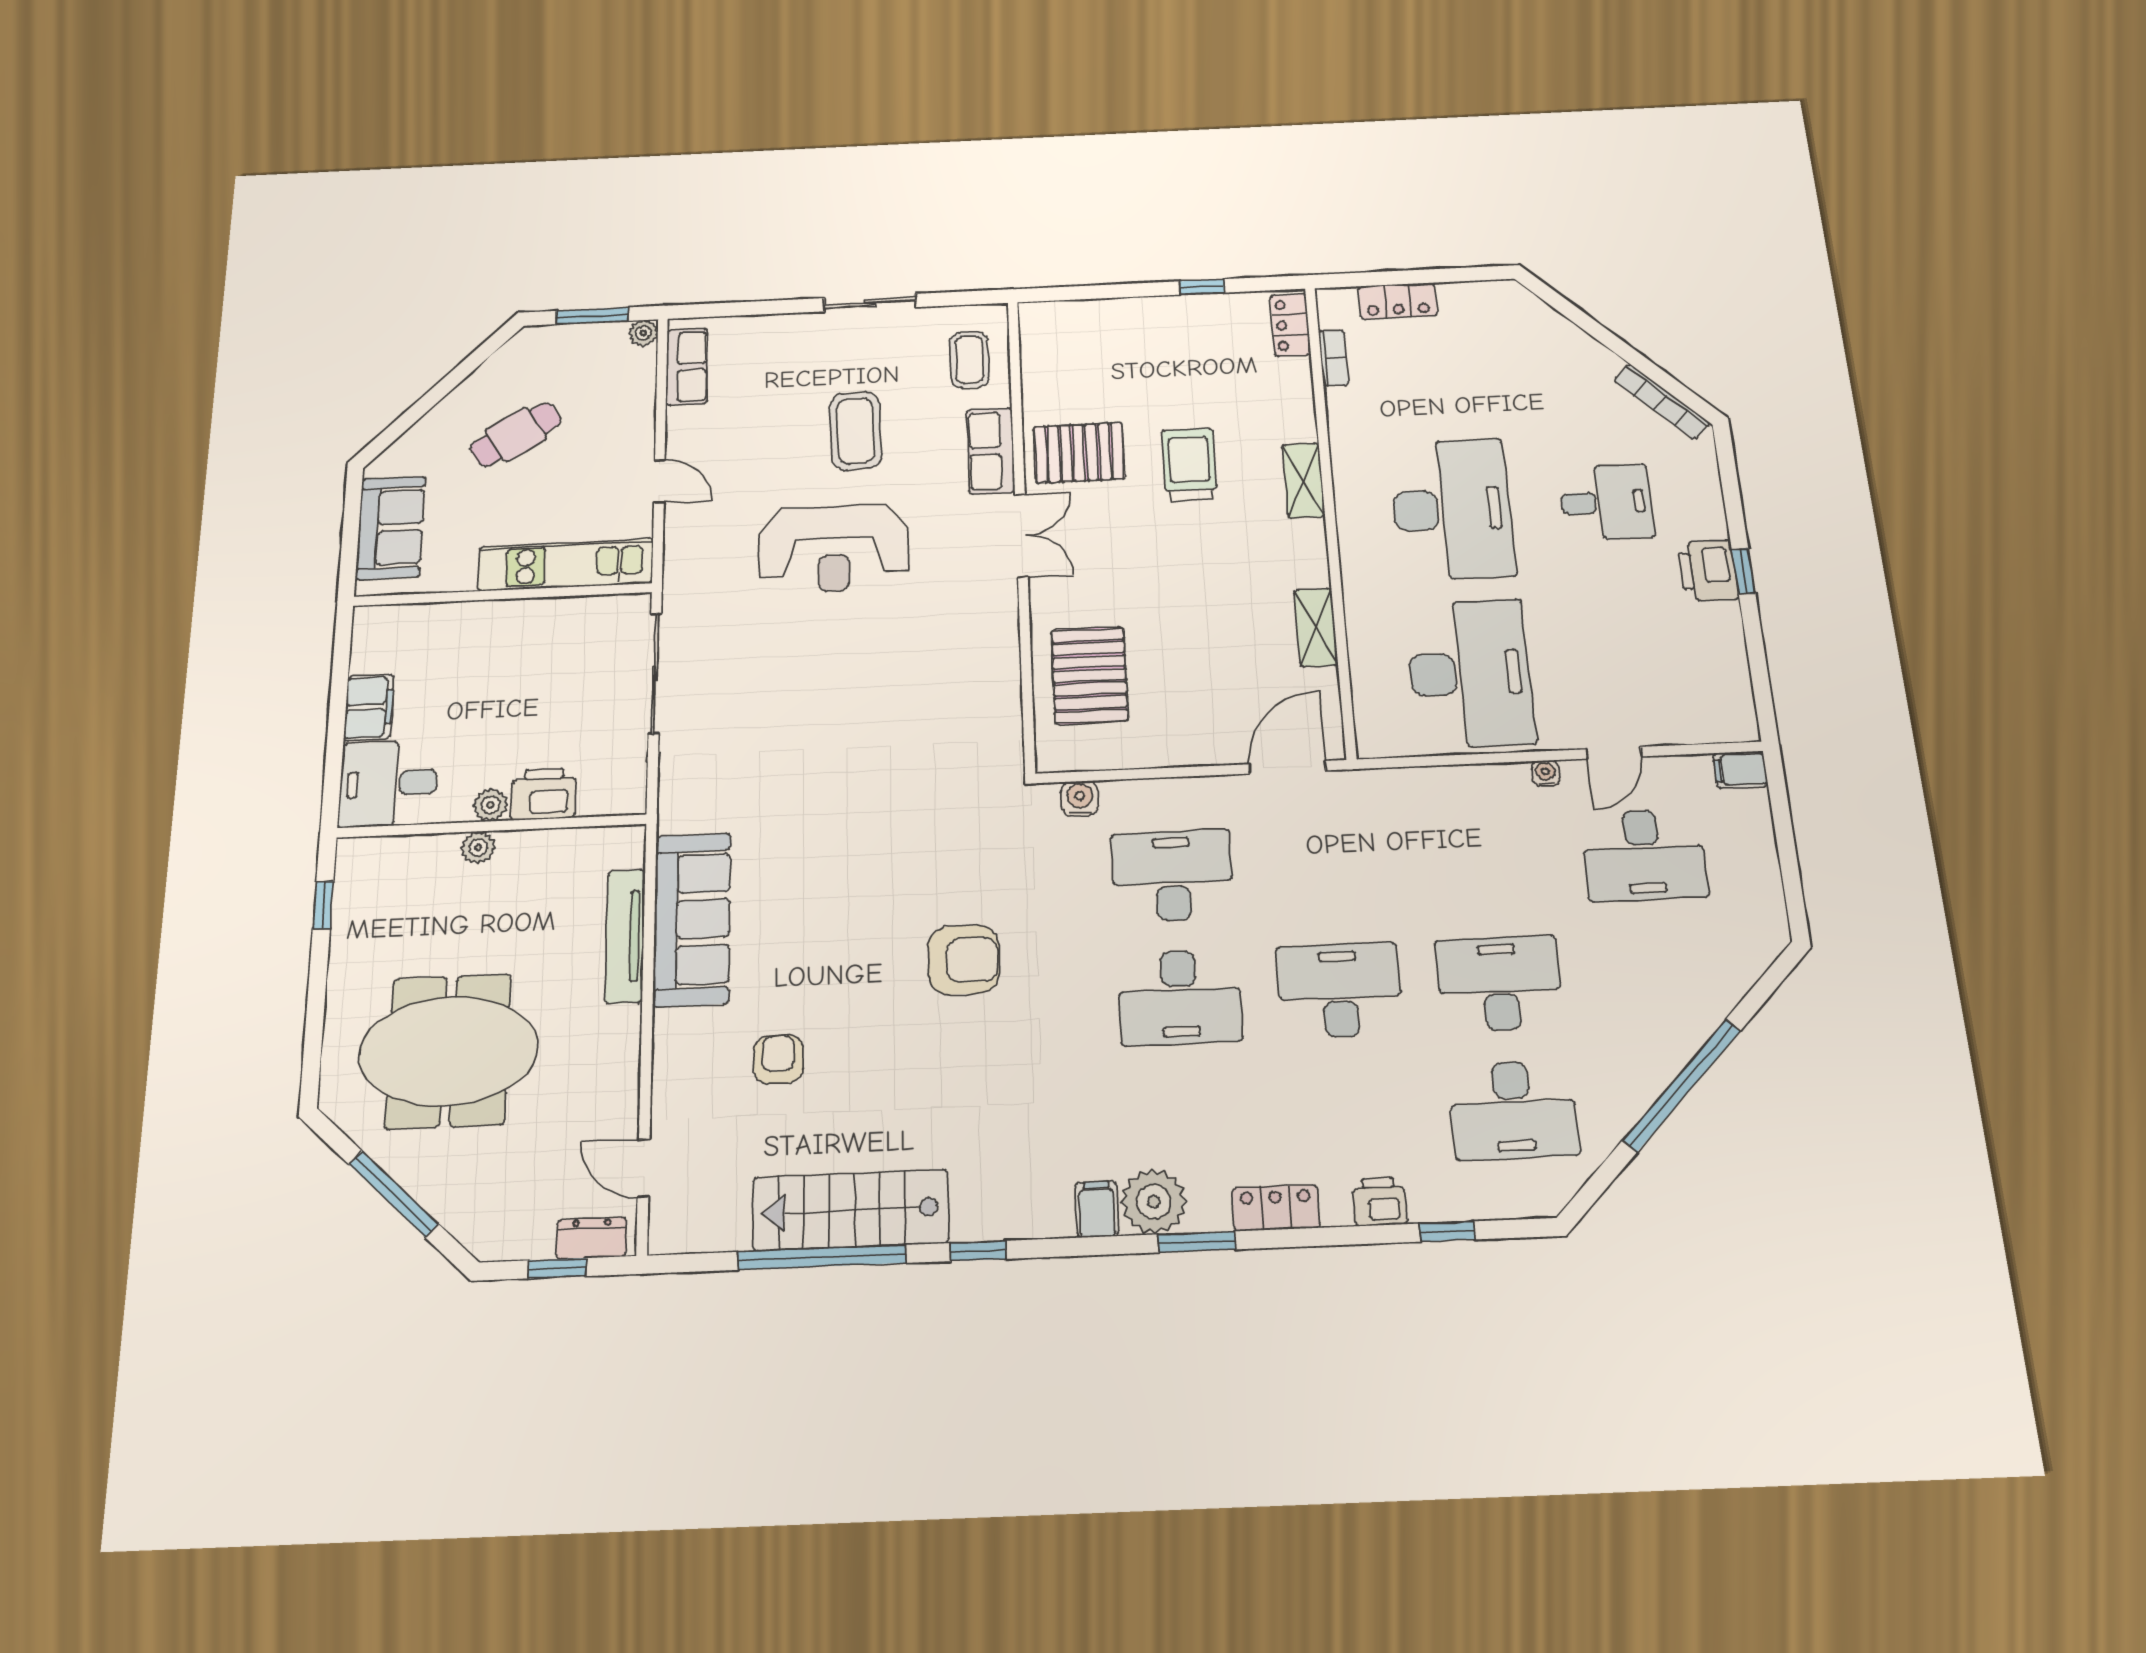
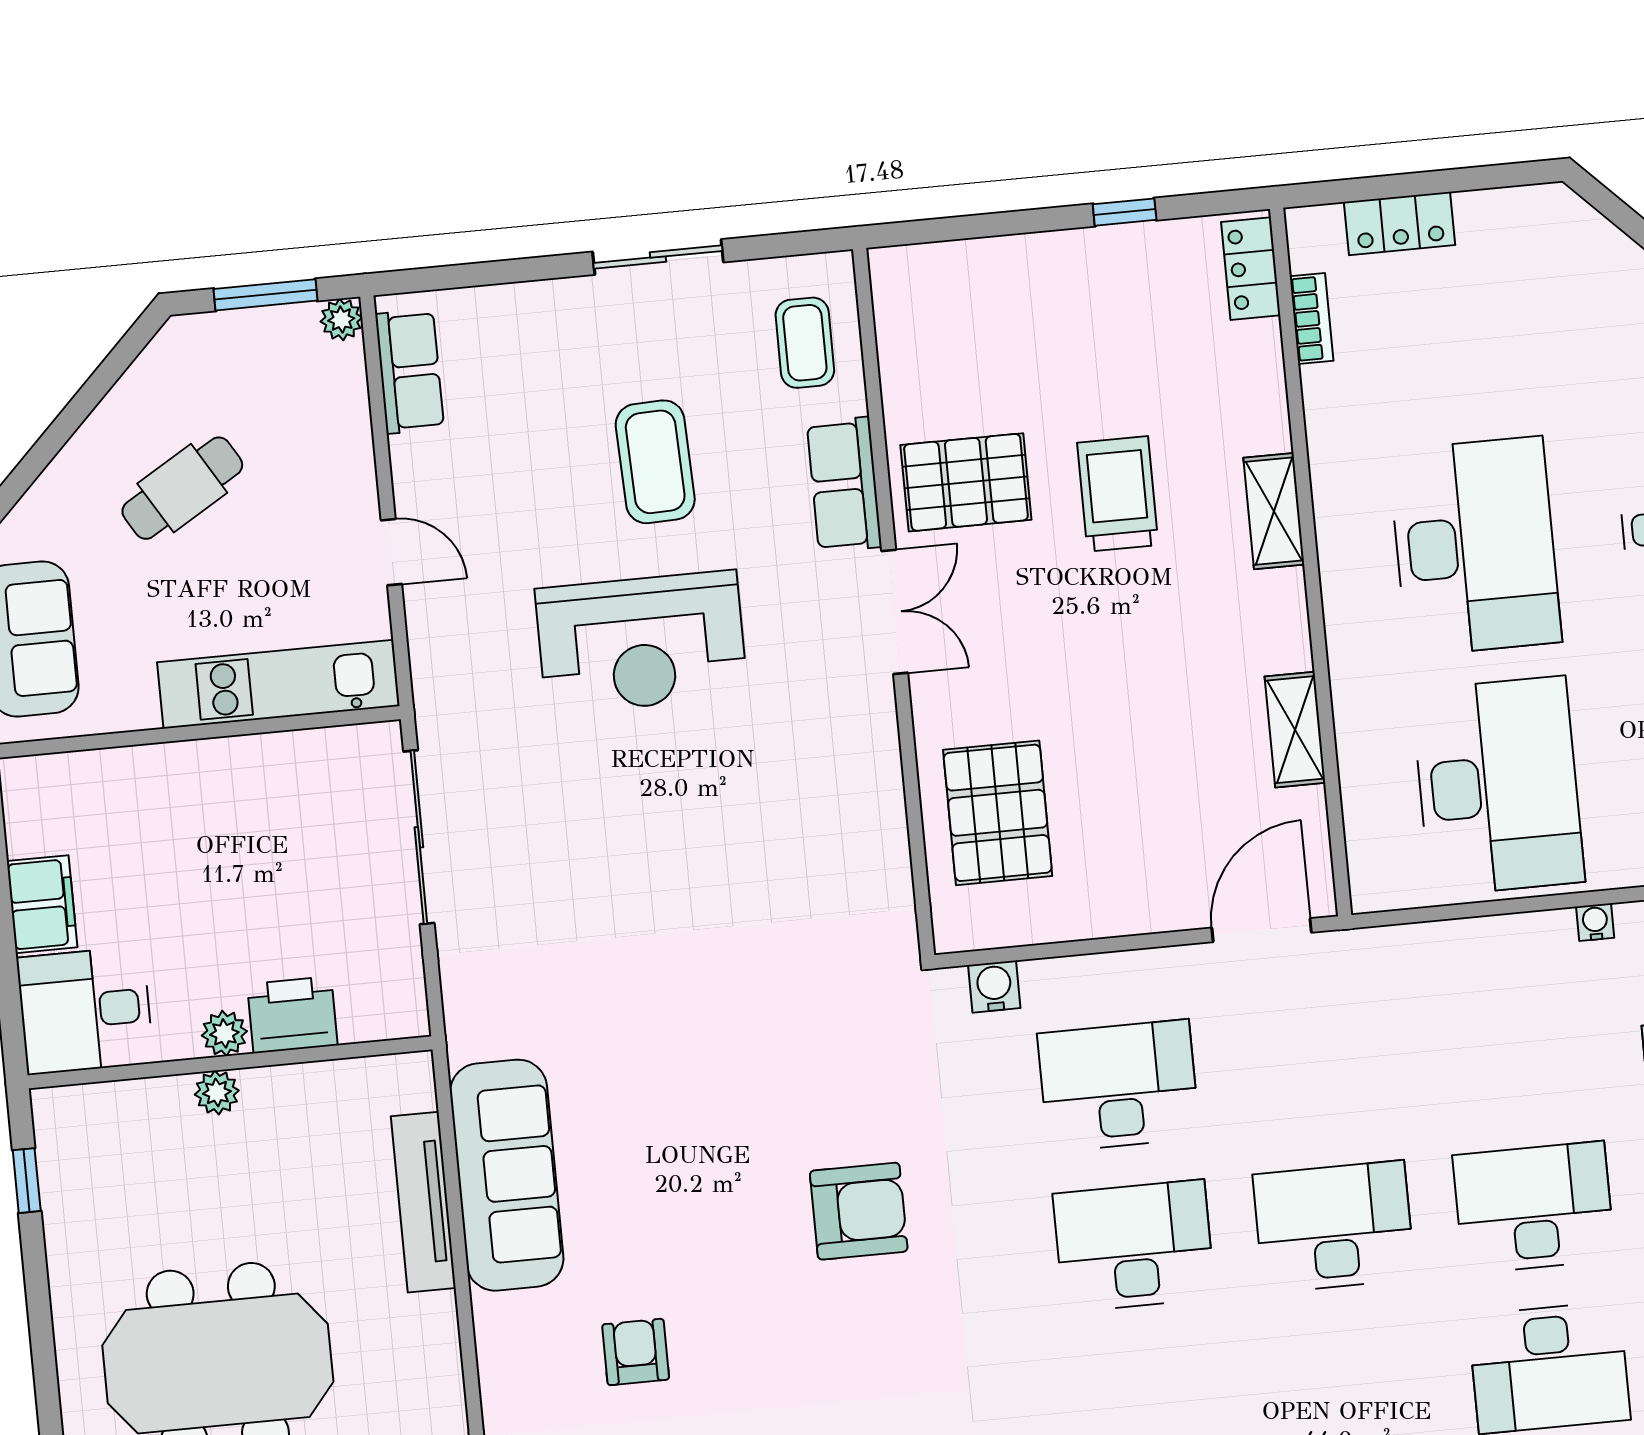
desk: (1180, 997) -> (1134, 1246), turned 180

